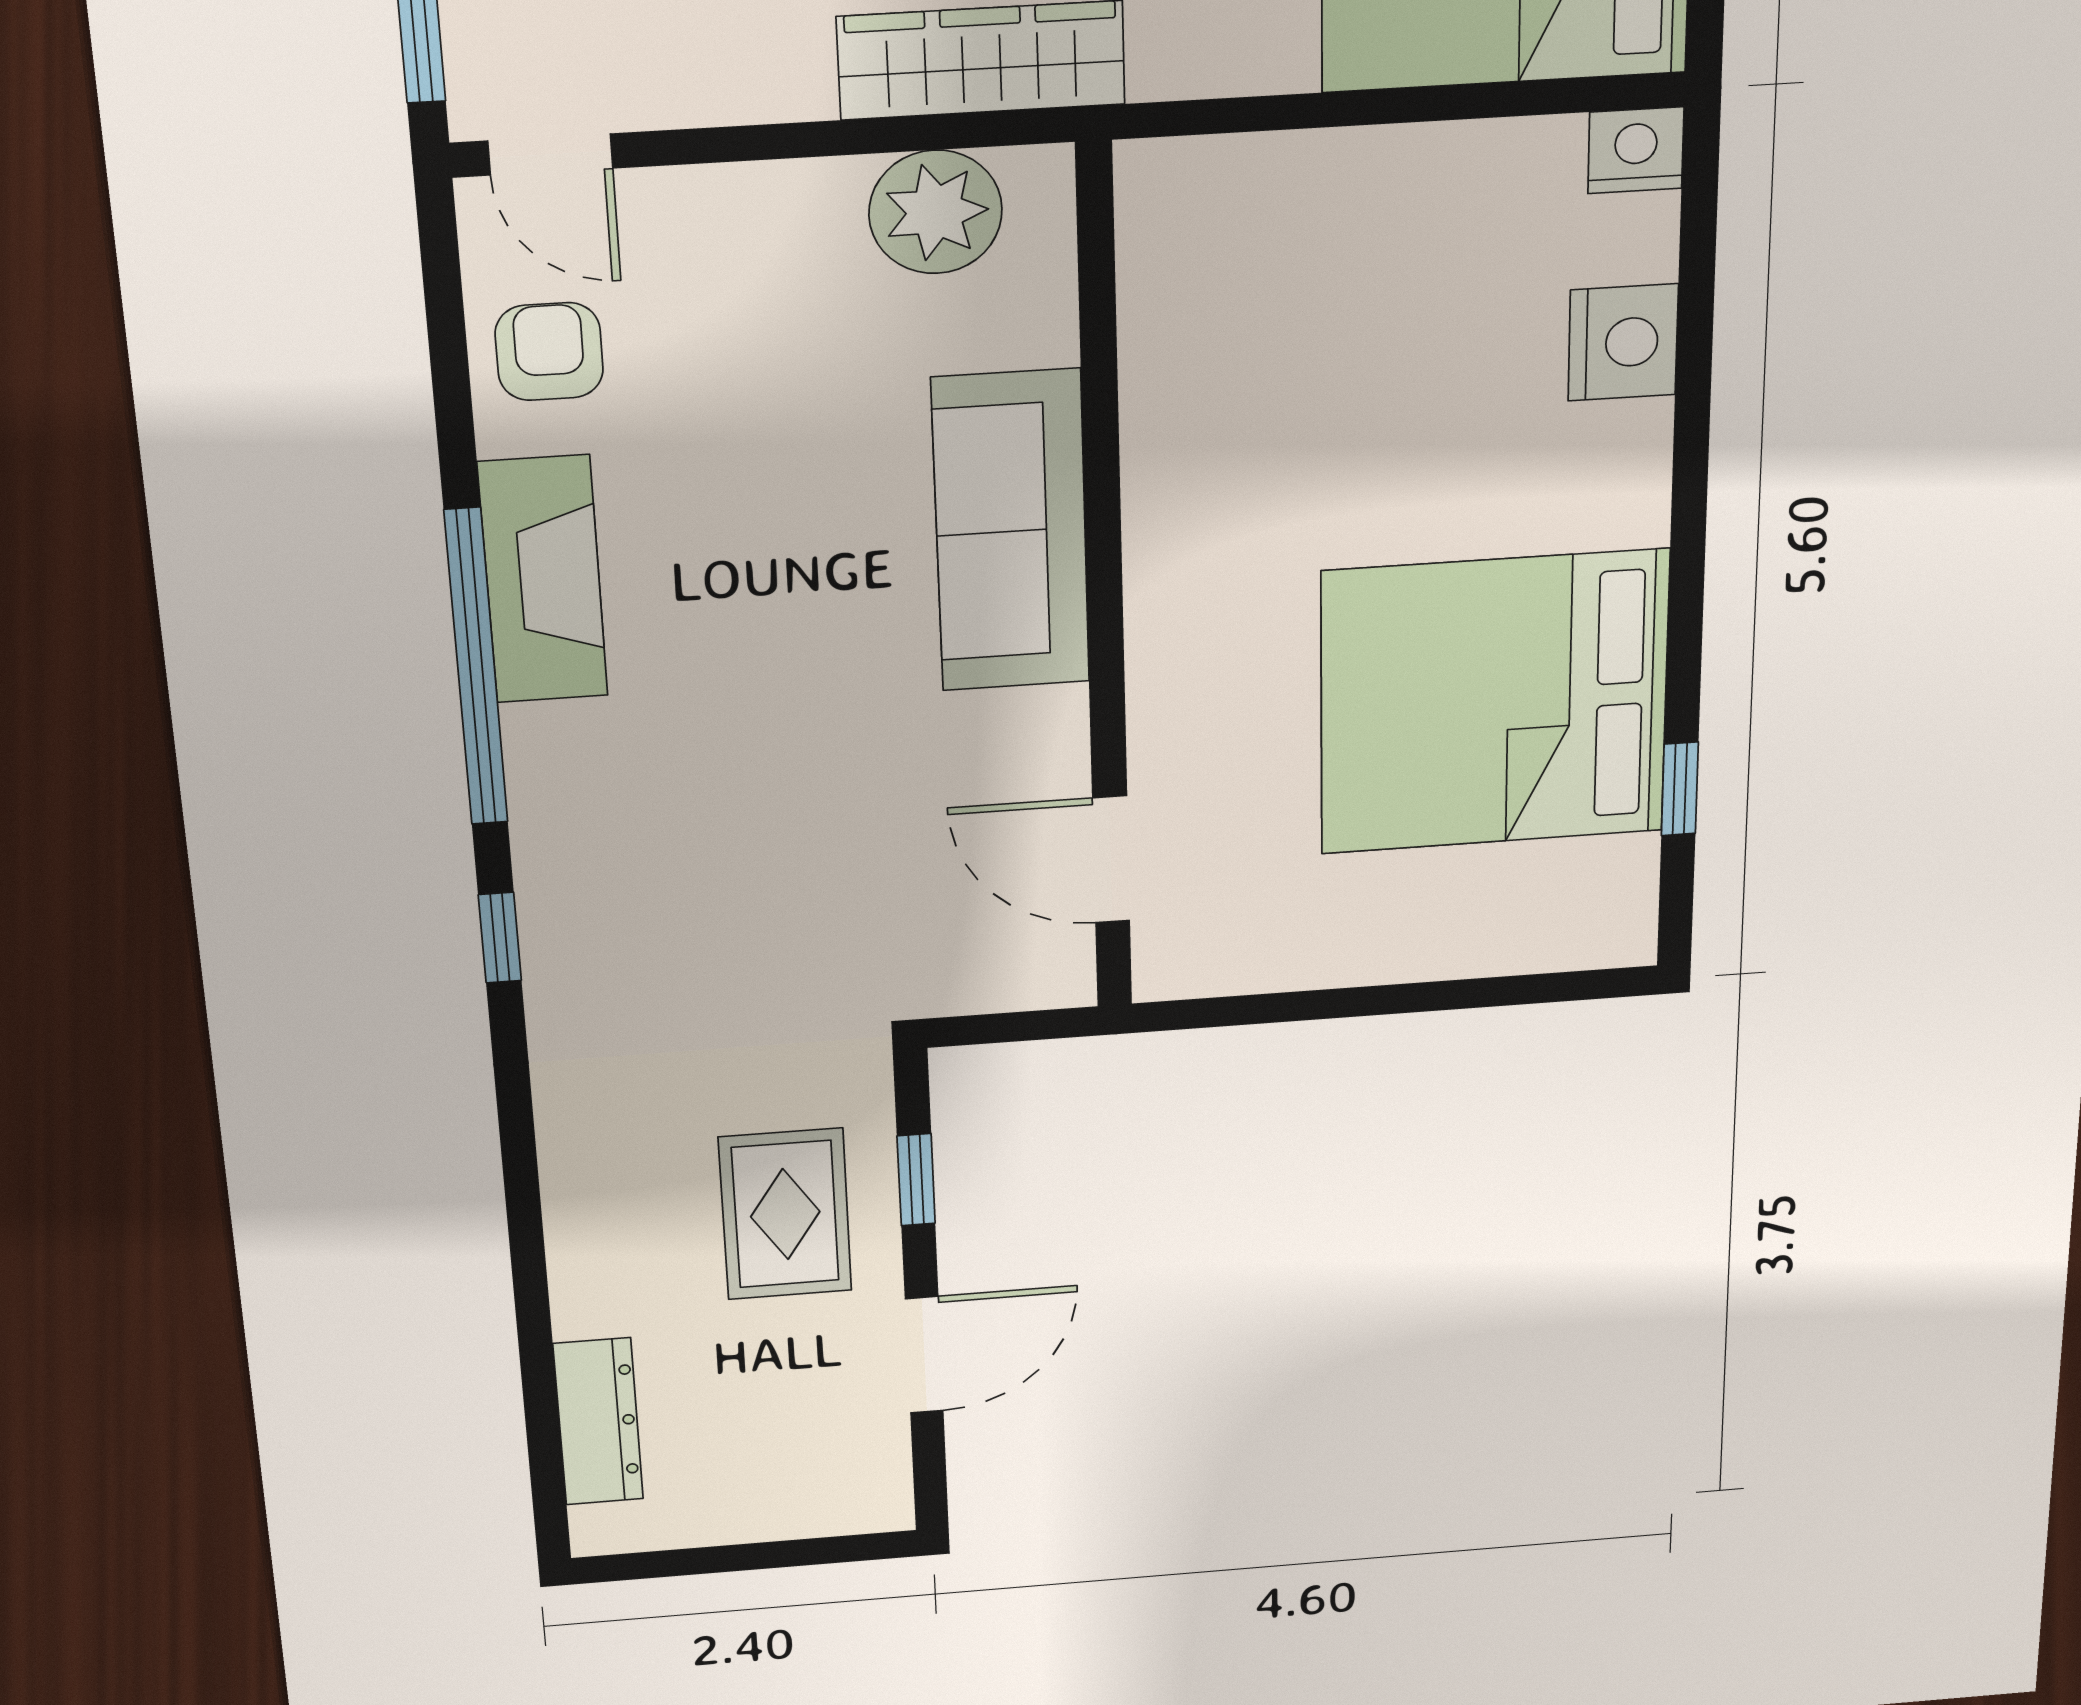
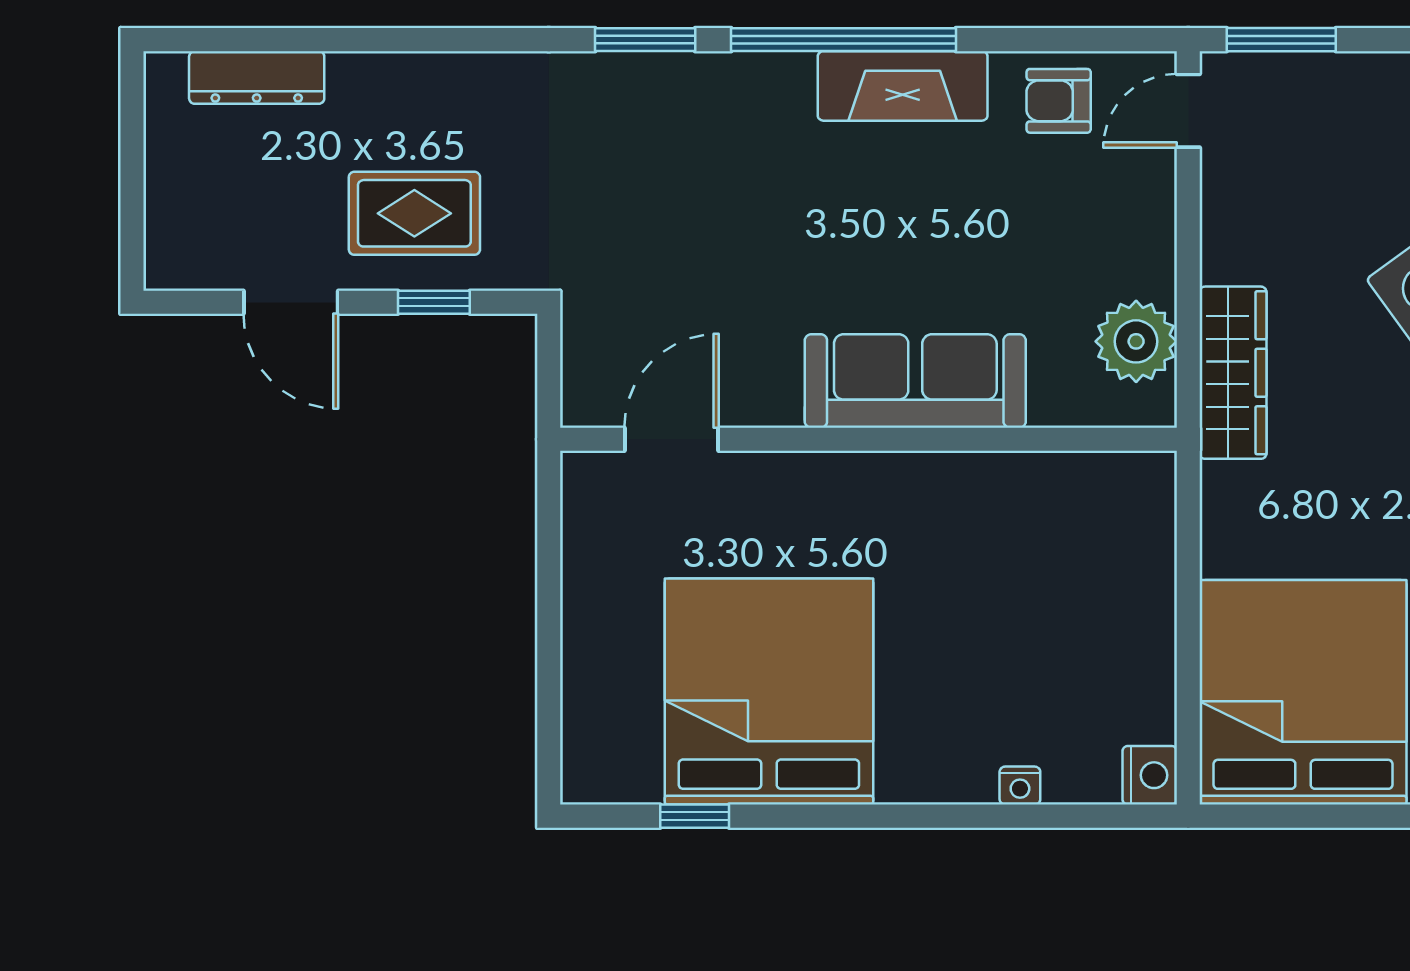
nightstand: (1623, 342) -> (1020, 786), width x0.53, depth x0.56
armchair: (549, 352) -> (1059, 101), turned 180
window: (500, 938) -> (645, 40), width x1.50

